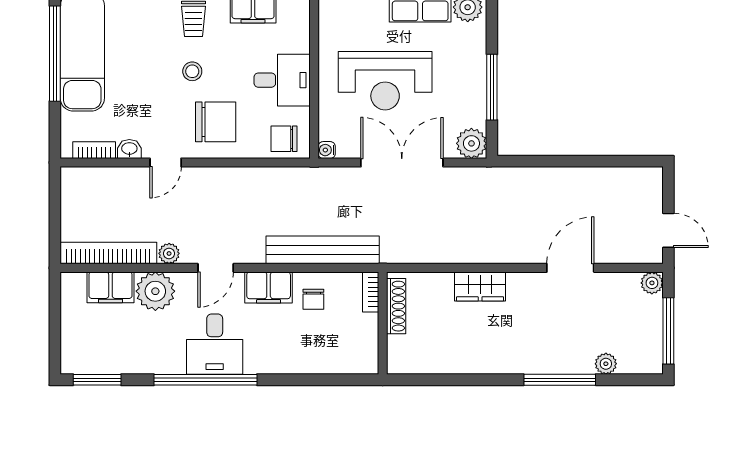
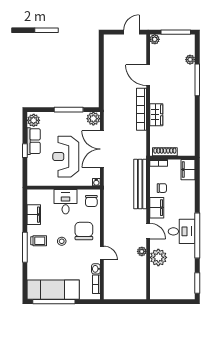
reception desk: (385, 81) -> (66, 157), turned 180
bookcase: (108, 253) -> (141, 109), moved
filing cabinet: (110, 287) -> (188, 170), moved, turned 180

